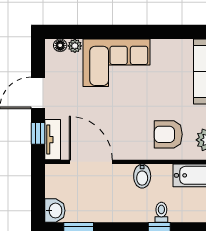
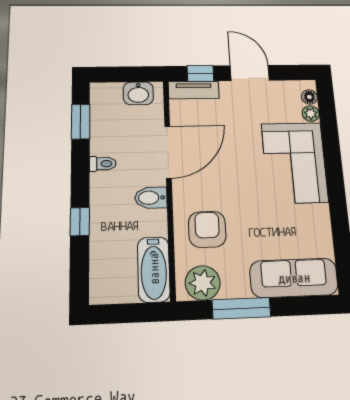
door: (91, 162) -> (168, 152), moved
washbasin: (55, 211) -> (138, 93), moved
toilet: (161, 212) -> (103, 164), moved

